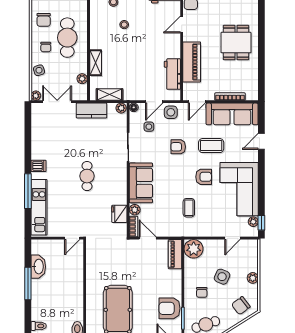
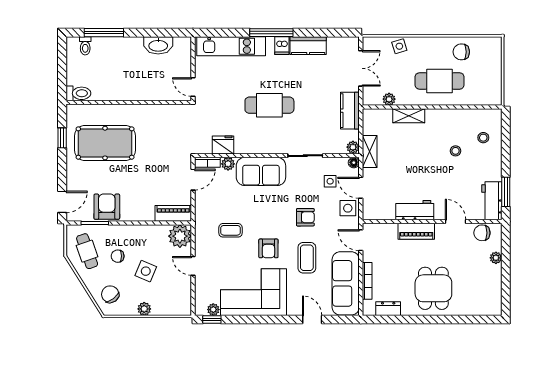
dining table: (236, 43) -> (433, 288), turned 90
chair: (46, 47) -> (428, 55), removed
piano: (192, 62) -> (416, 231), width x0.73, depth x0.75
workbench: (172, 74) -> (415, 210), moved
dresser: (253, 79) -> (388, 309), added
shelving: (109, 95) -> (370, 151), moved
plant: (36, 96) -> (368, 42), removed
kitchen counter: (38, 144) -> (308, 46), added
armchair: (178, 147) -> (305, 217), turned 90
cafe table: (87, 176) -> (269, 105), width x1.37, depth x1.35
window: (28, 191) -> (271, 33), moved
door: (233, 238) -> (193, 266), moved
window: (28, 283) -> (104, 33), moved
chair: (202, 292) -> (118, 256), moved

